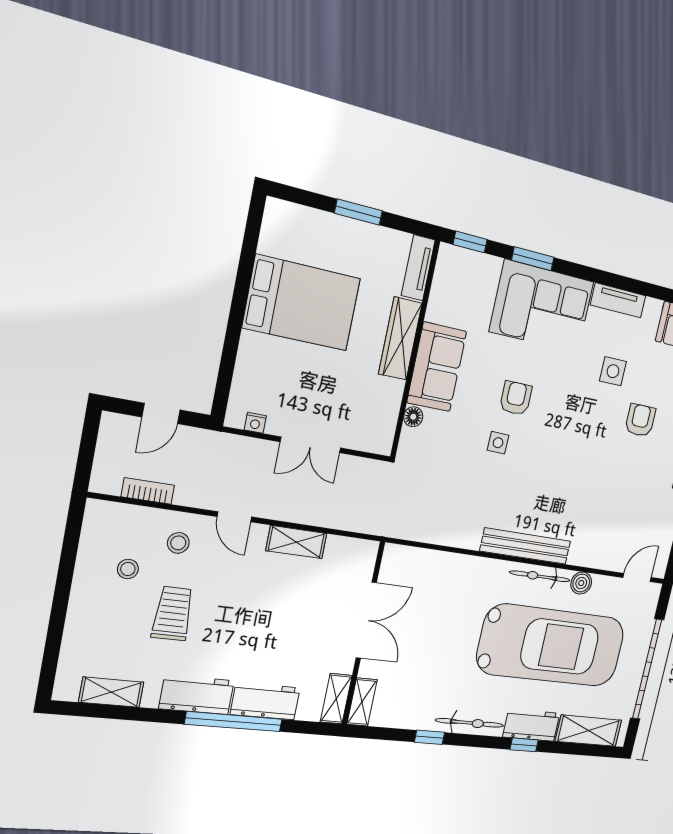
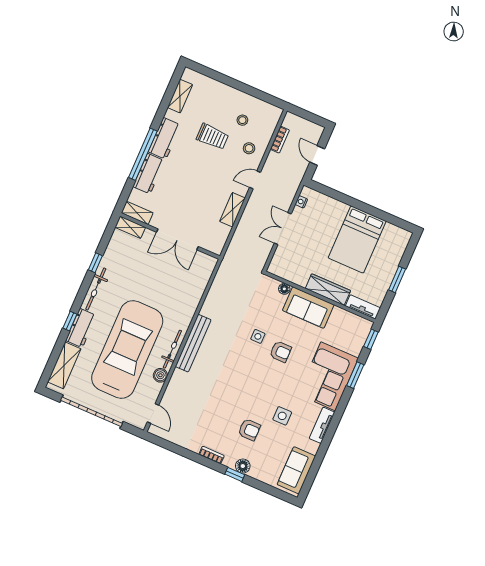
car: (551, 646) -> (127, 349), turned 180

